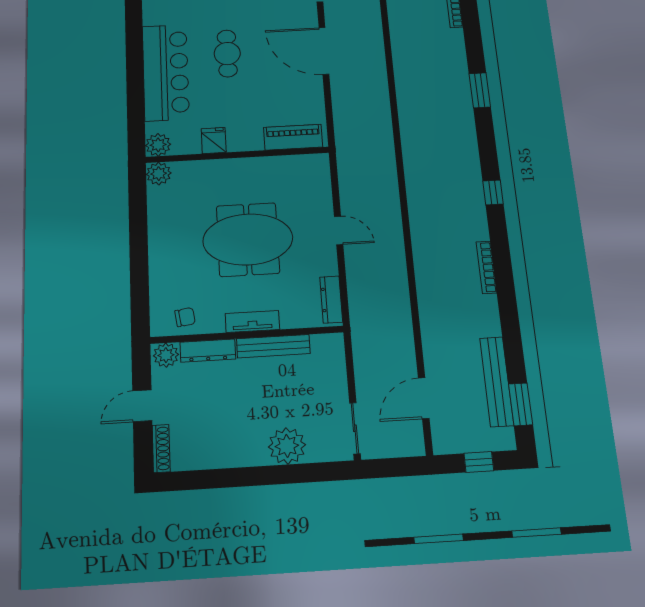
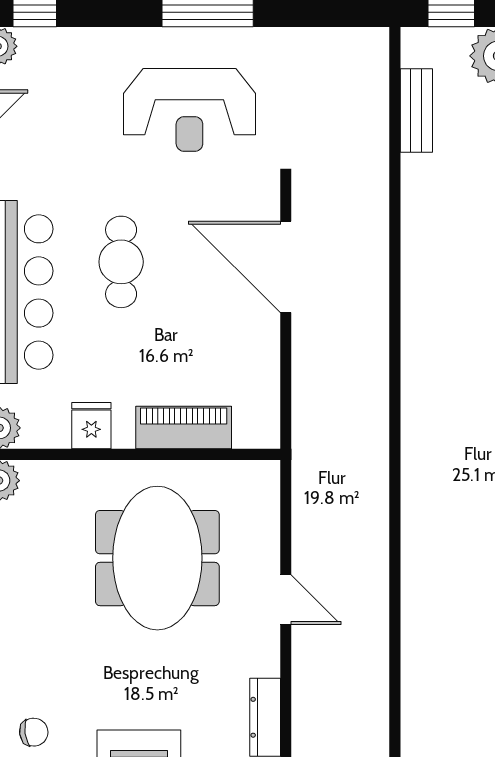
piano: (293, 137) -> (184, 428), moved
meeting table: (248, 239) -> (157, 558), moved, turned 90

